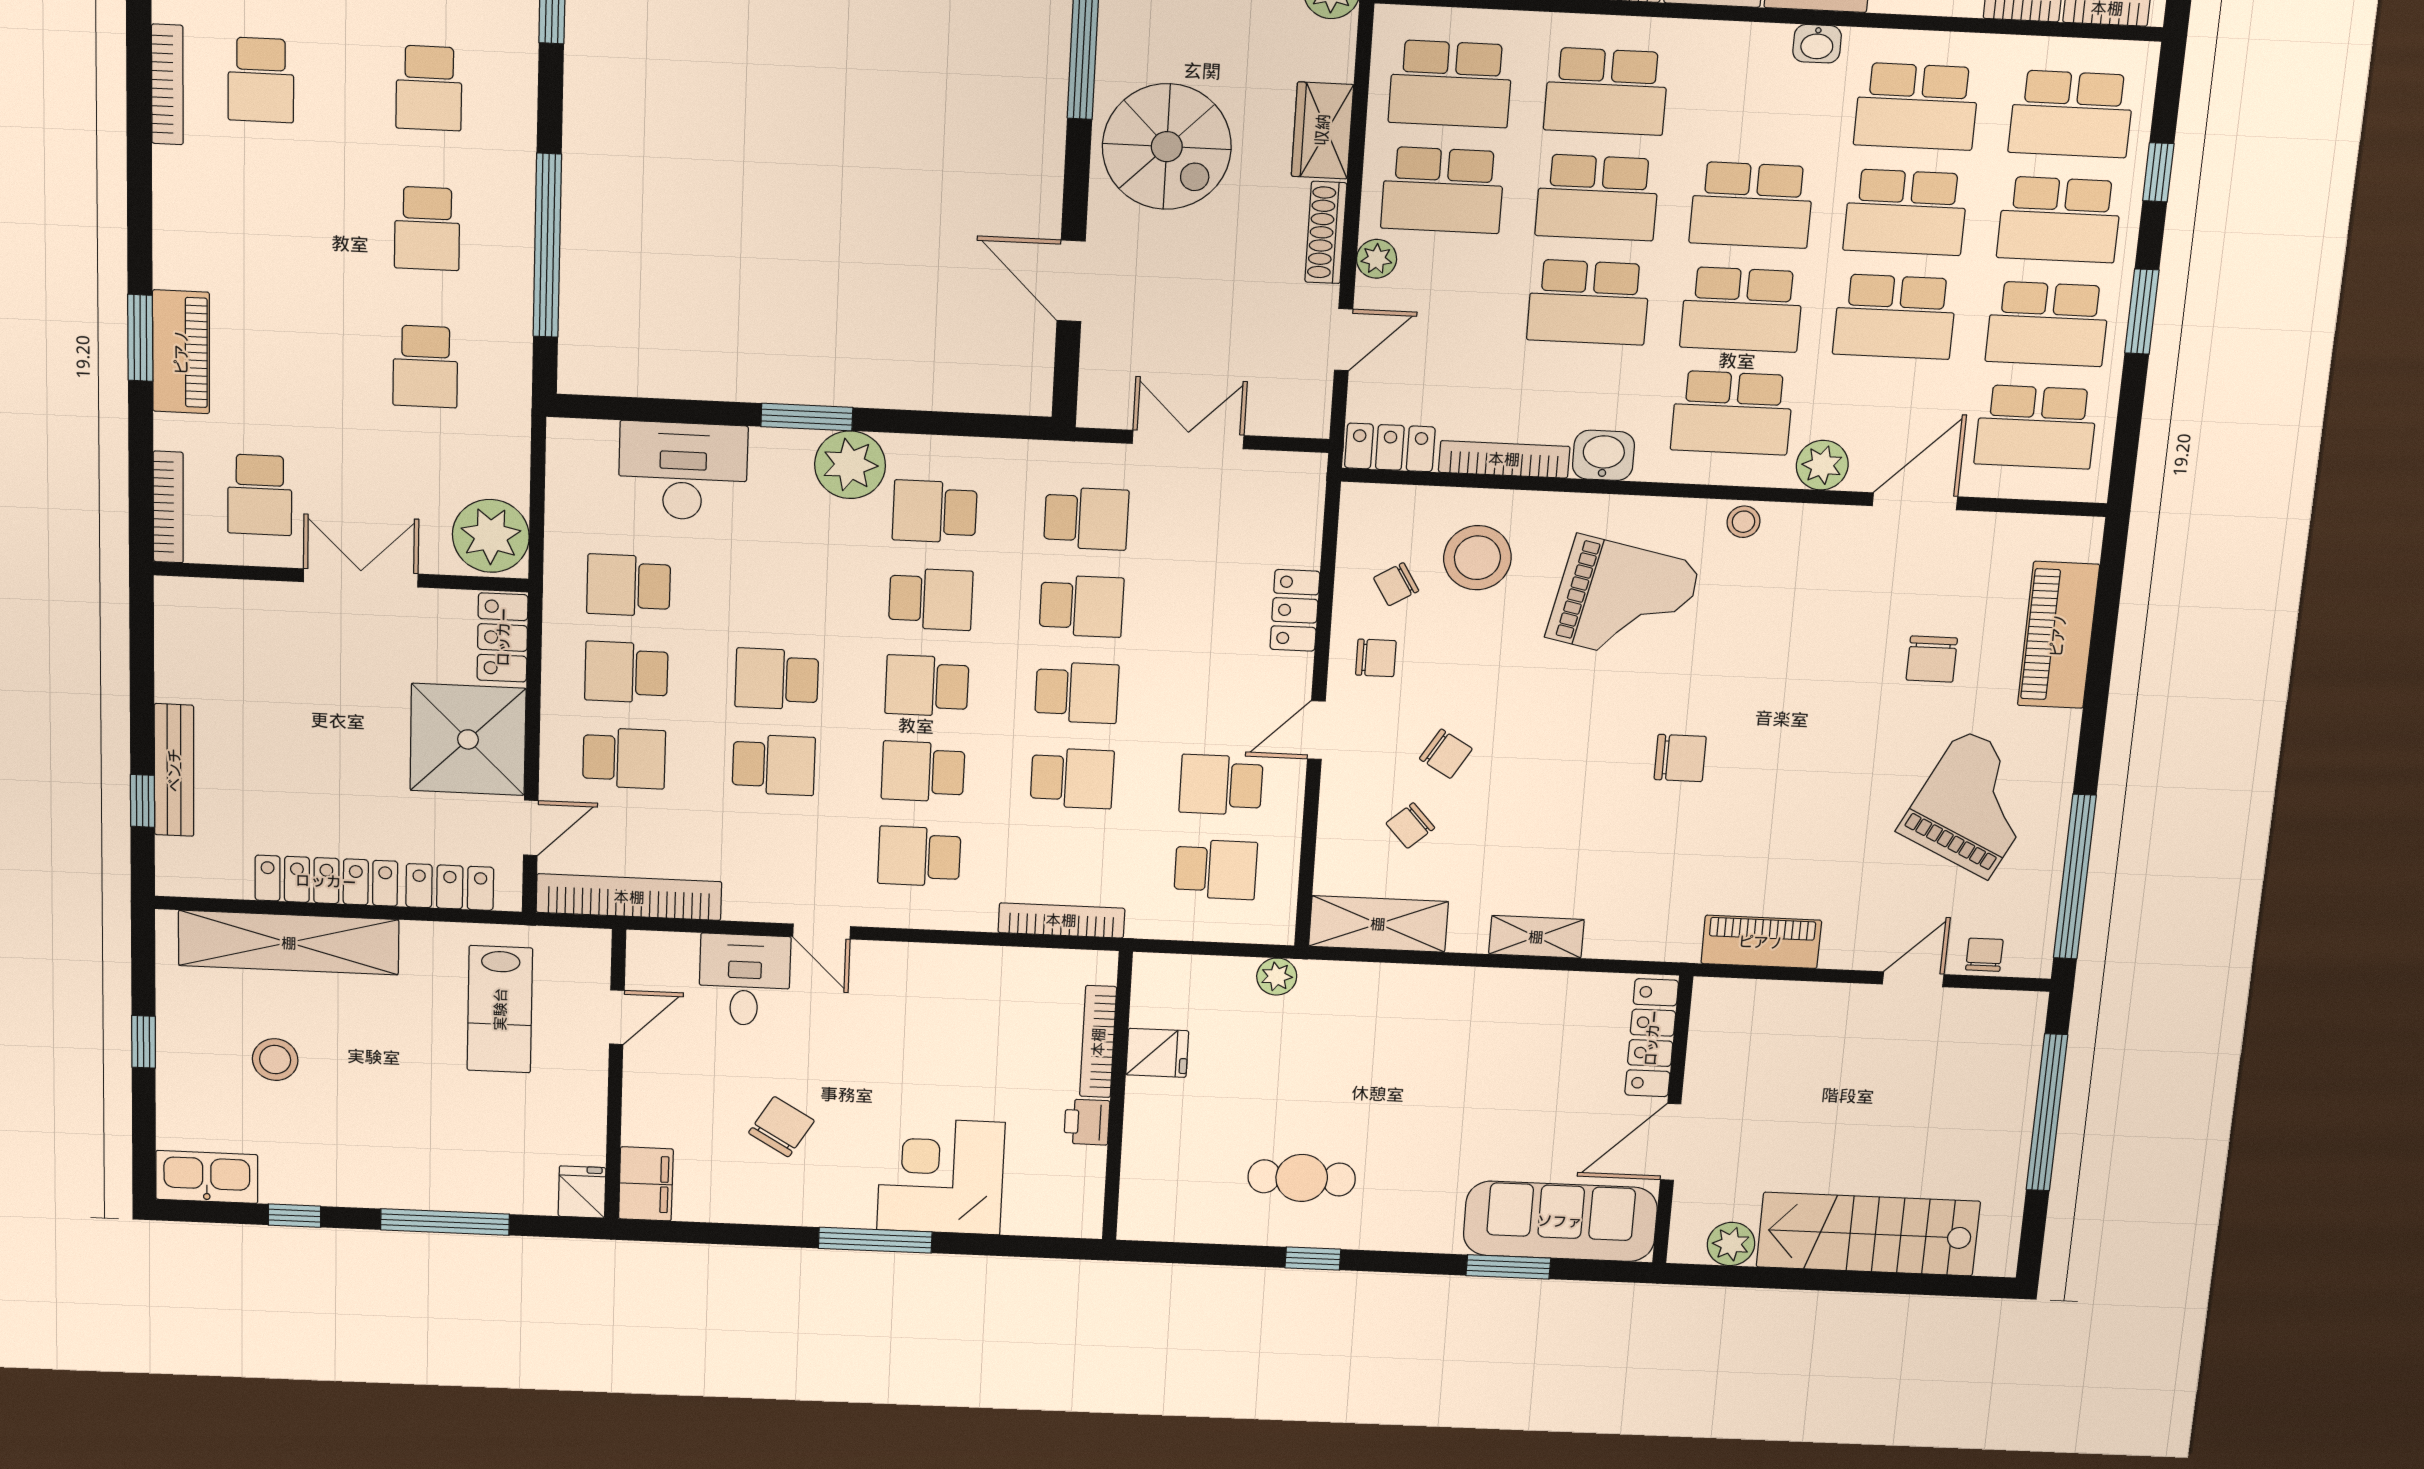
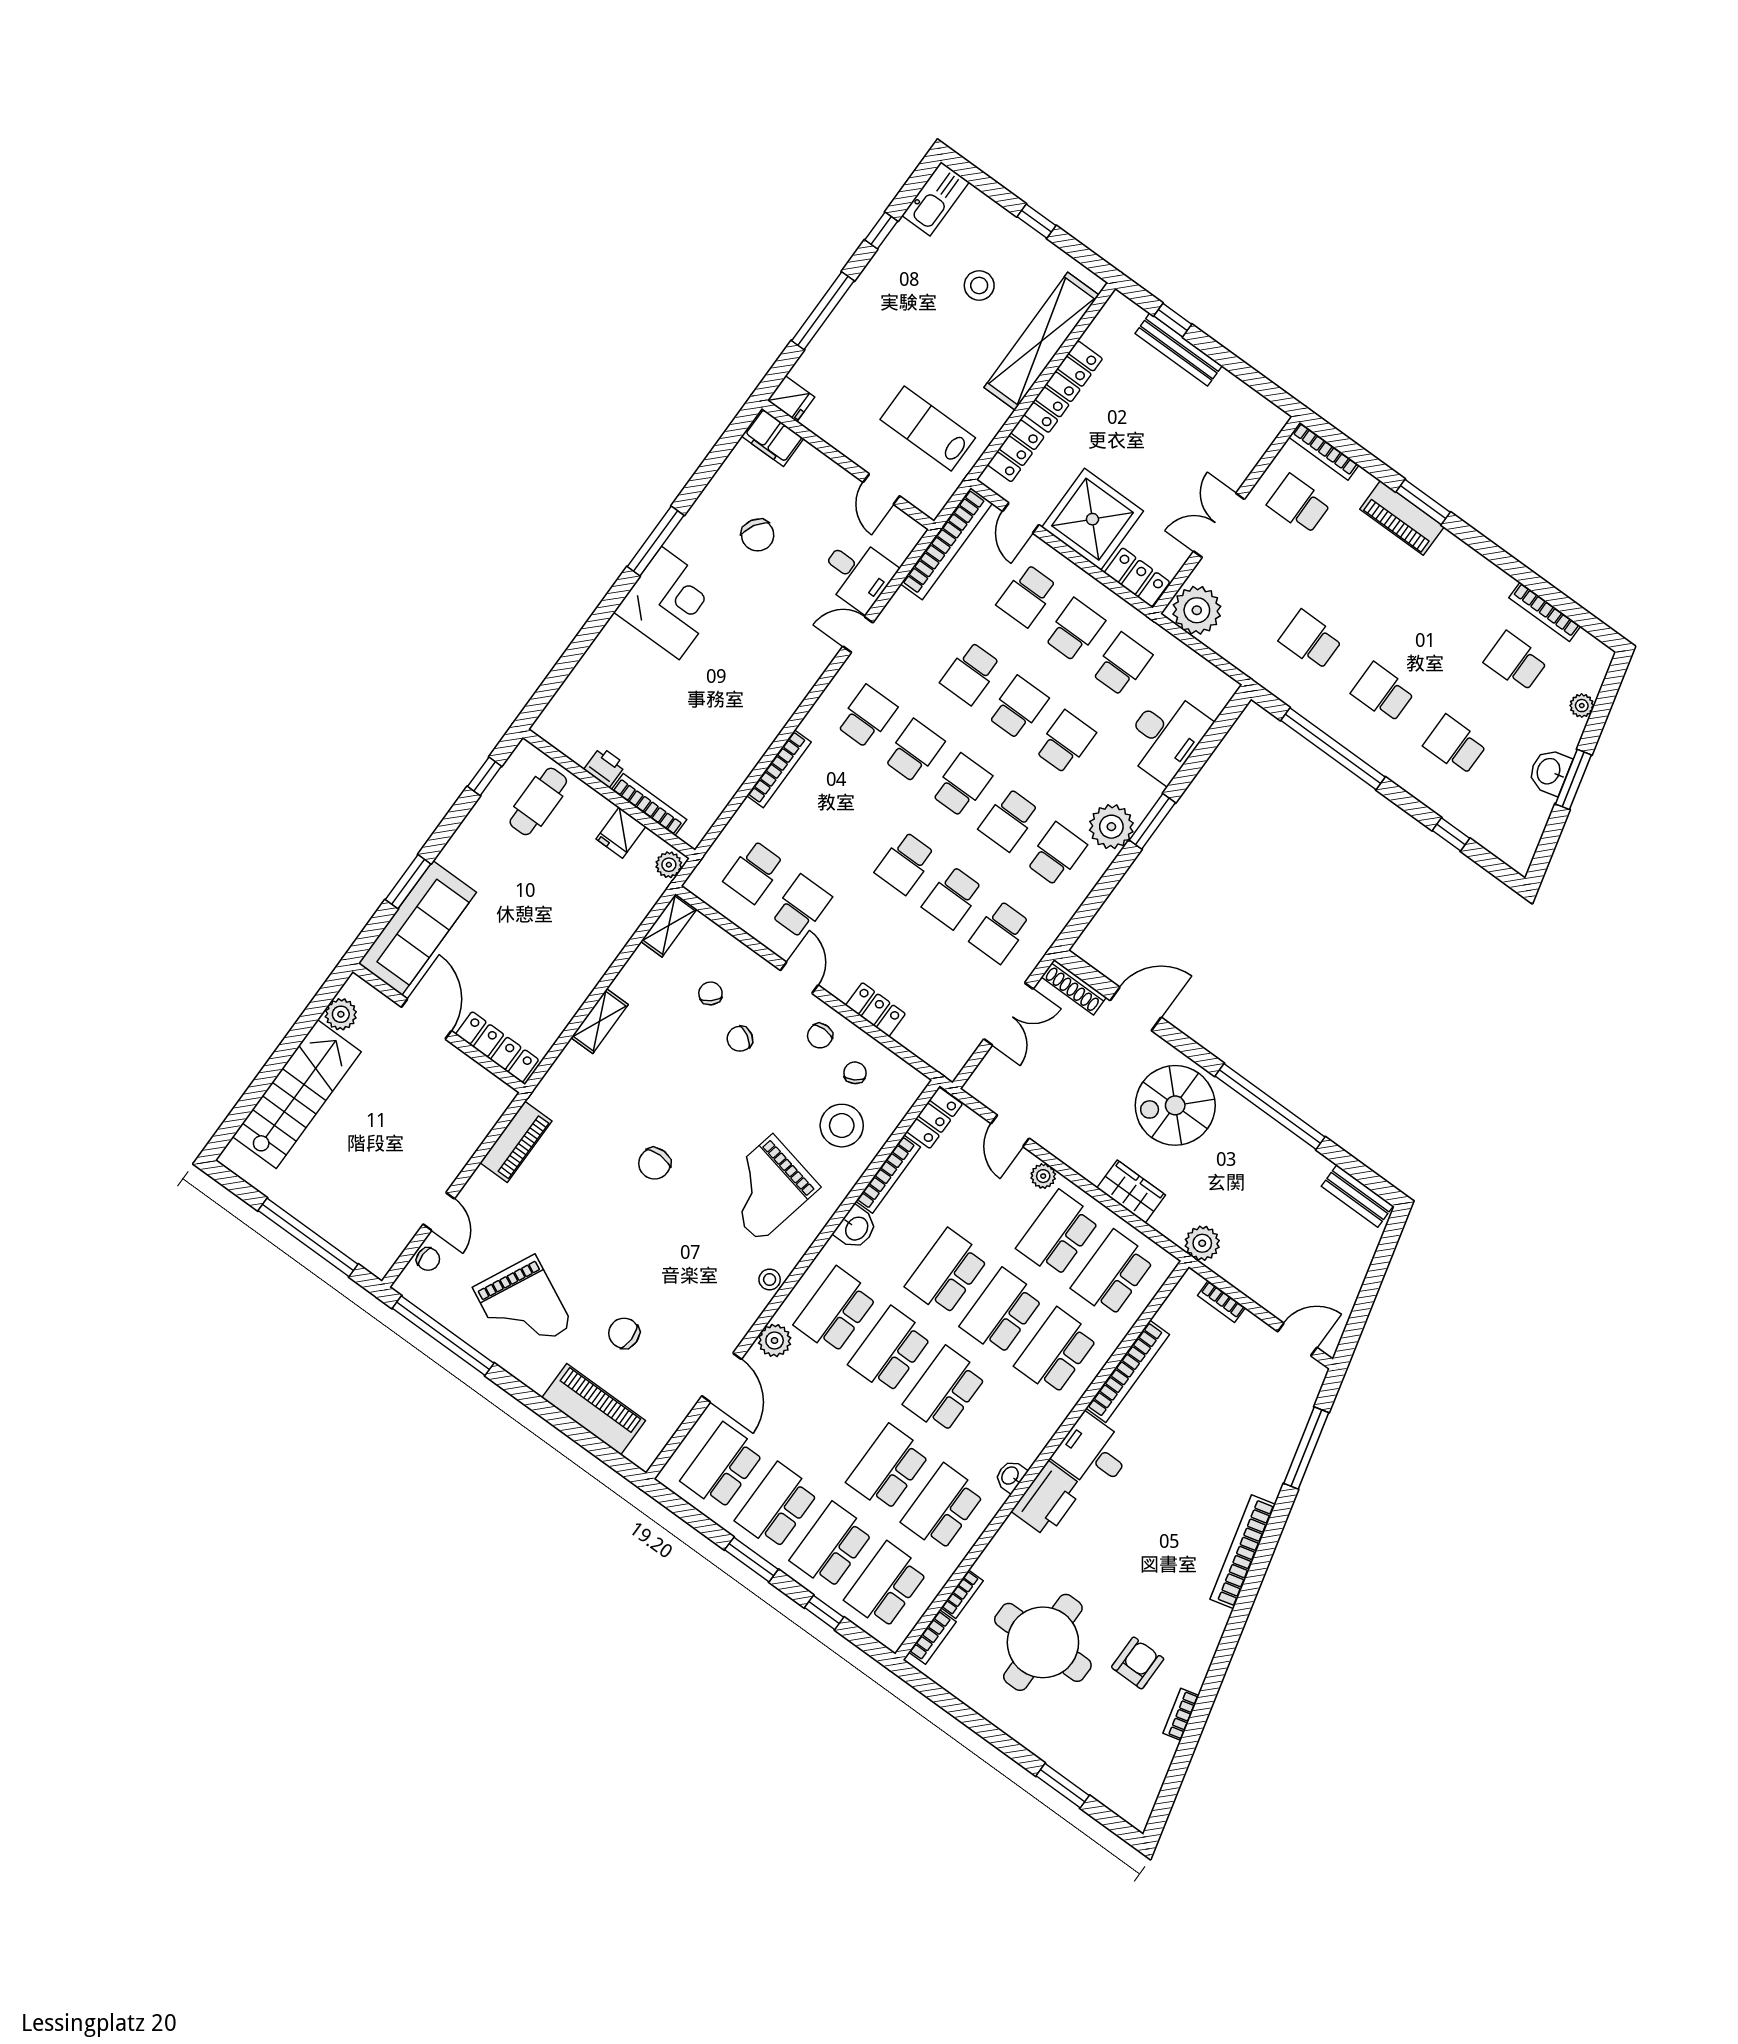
shoe rack: (1326, 233) -> (1074, 987), moved, turned 180
school desk: (1895, 317) -> (833, 1428), removed
double door: (361, 578) -> (1219, 525), swing flipped
school desk: (1072, 778) -> (1065, 742), moved, turned 180
shelving: (1378, 924) -> (669, 925), width x0.67, depth x0.75
bookcase: (1098, 1042) -> (649, 805), moved
fridge: (1157, 1053) -> (621, 833), moved
wall: (1117, 1097) -> (609, 794), moved
printer: (1087, 1122) -> (605, 767), moved

